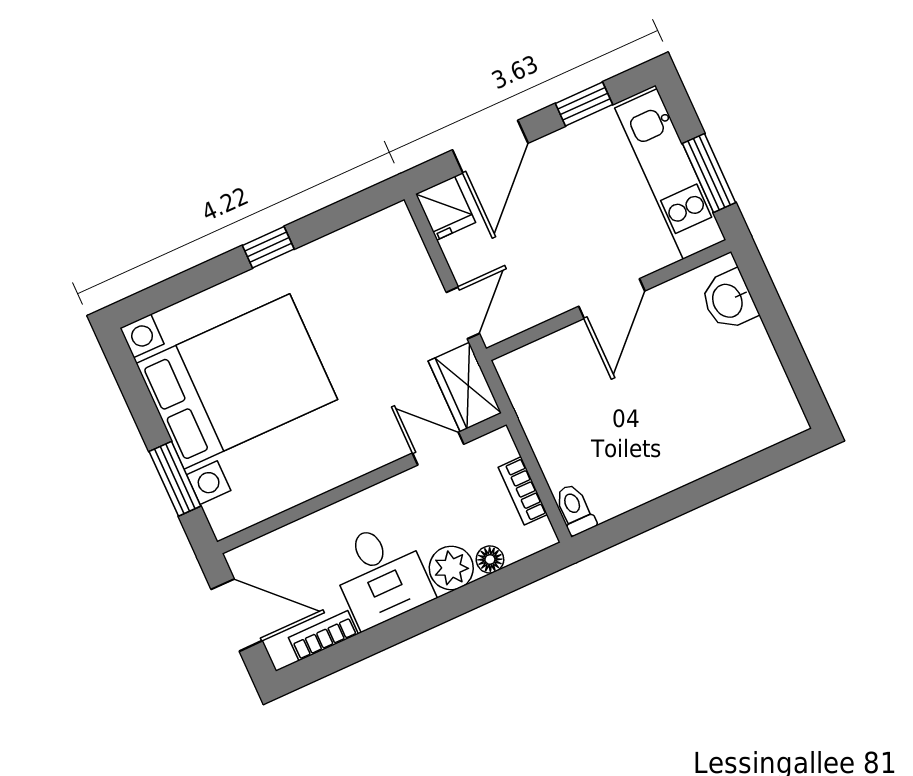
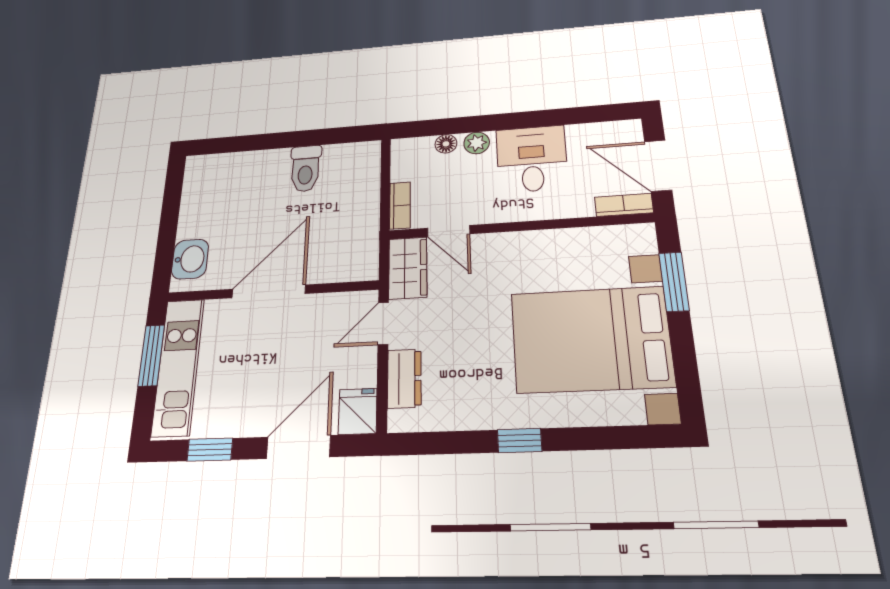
dresser: (412, 262) -> (404, 378), added
door: (612, 299) -> (269, 291), width x1.36
bookcase: (523, 491) -> (400, 205), moved
toilet: (575, 509) -> (305, 169), moved, width x1.37, depth x1.39
plant: (451, 568) -> (477, 143), width x0.73, depth x0.73
bookcase: (323, 636) -> (624, 205), moved, turned 180

